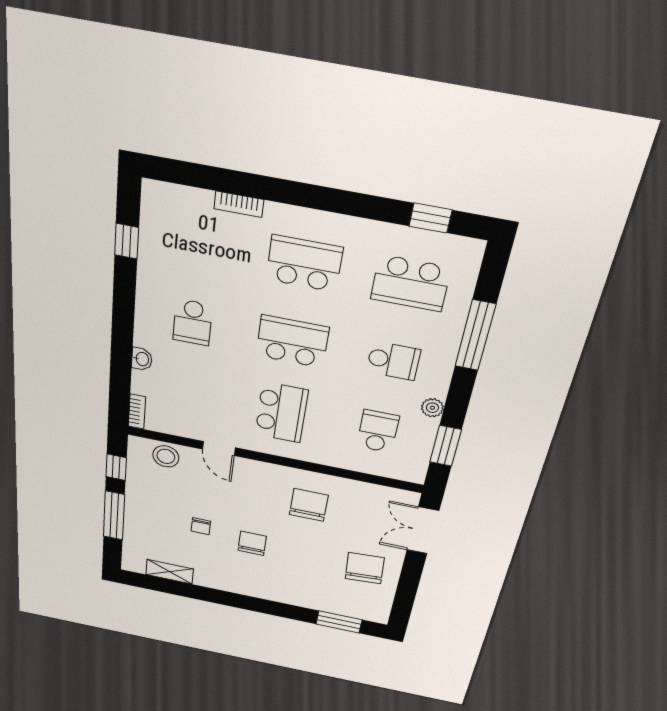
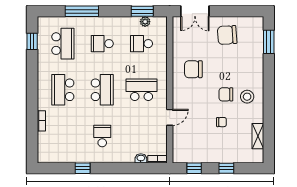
window: (127, 241) -> (83, 168), moved
school desk: (193, 322) -> (102, 136), turned -90
school desk: (292, 341) -> (102, 90), turned 180
washbasin: (142, 359) -> (141, 158), moved
school desk: (393, 361) -> (102, 44), turned -90
plant: (432, 408) -> (145, 22), moved
stool: (166, 456) -> (247, 97), moved
window: (114, 516) -> (226, 168), width x0.46

